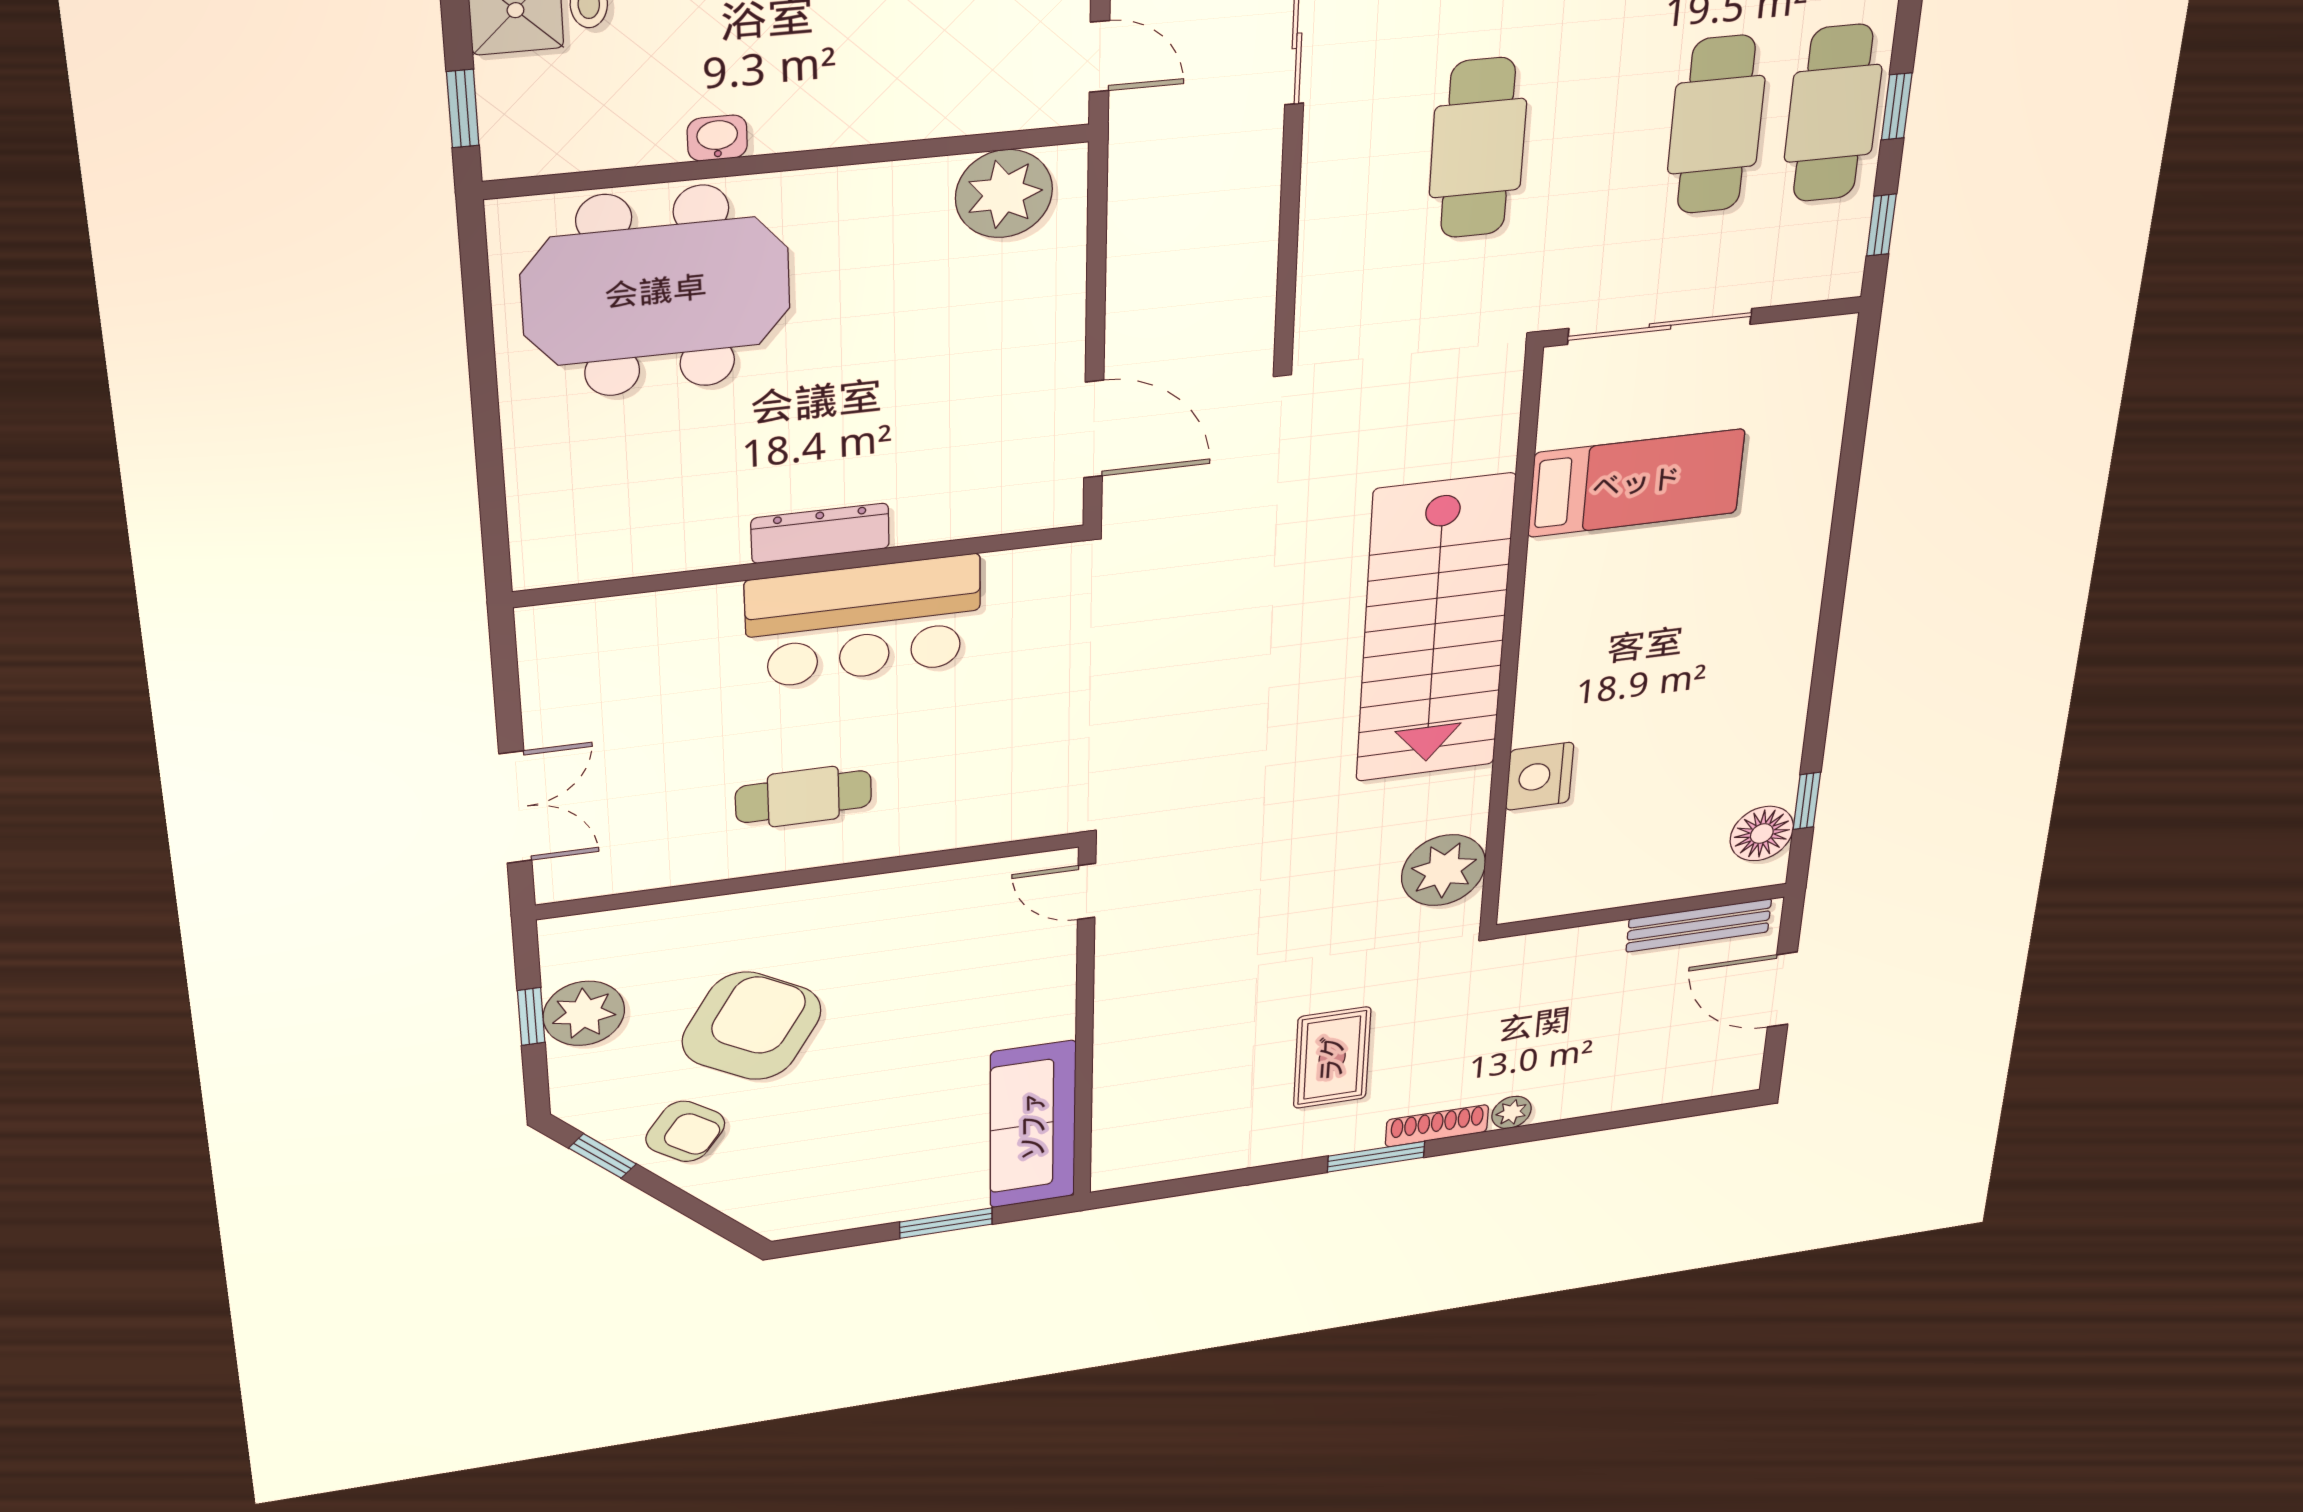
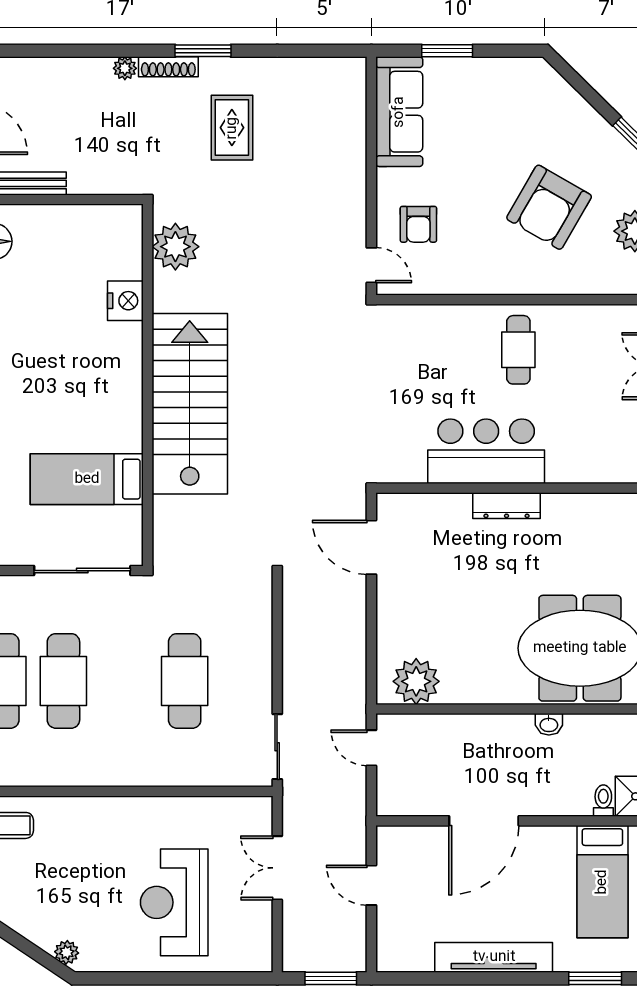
cafe table: (803, 797) -> (518, 350), turned 90
armchair: (685, 1131) -> (418, 224), moved, turned -125

